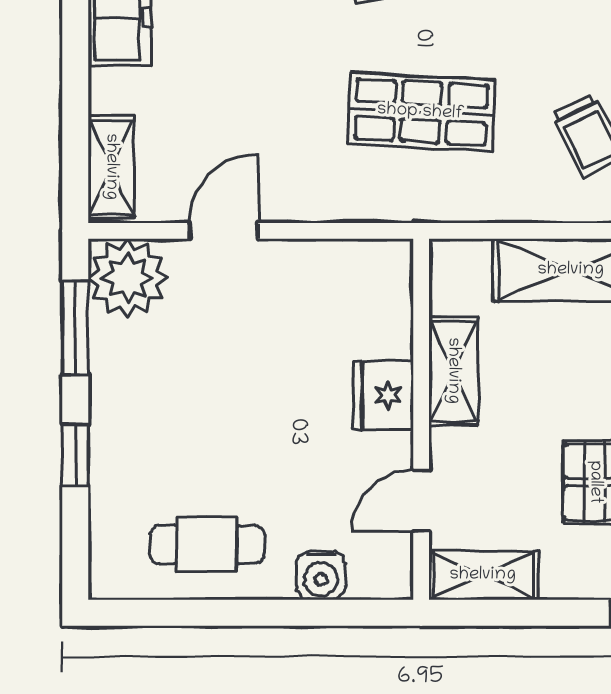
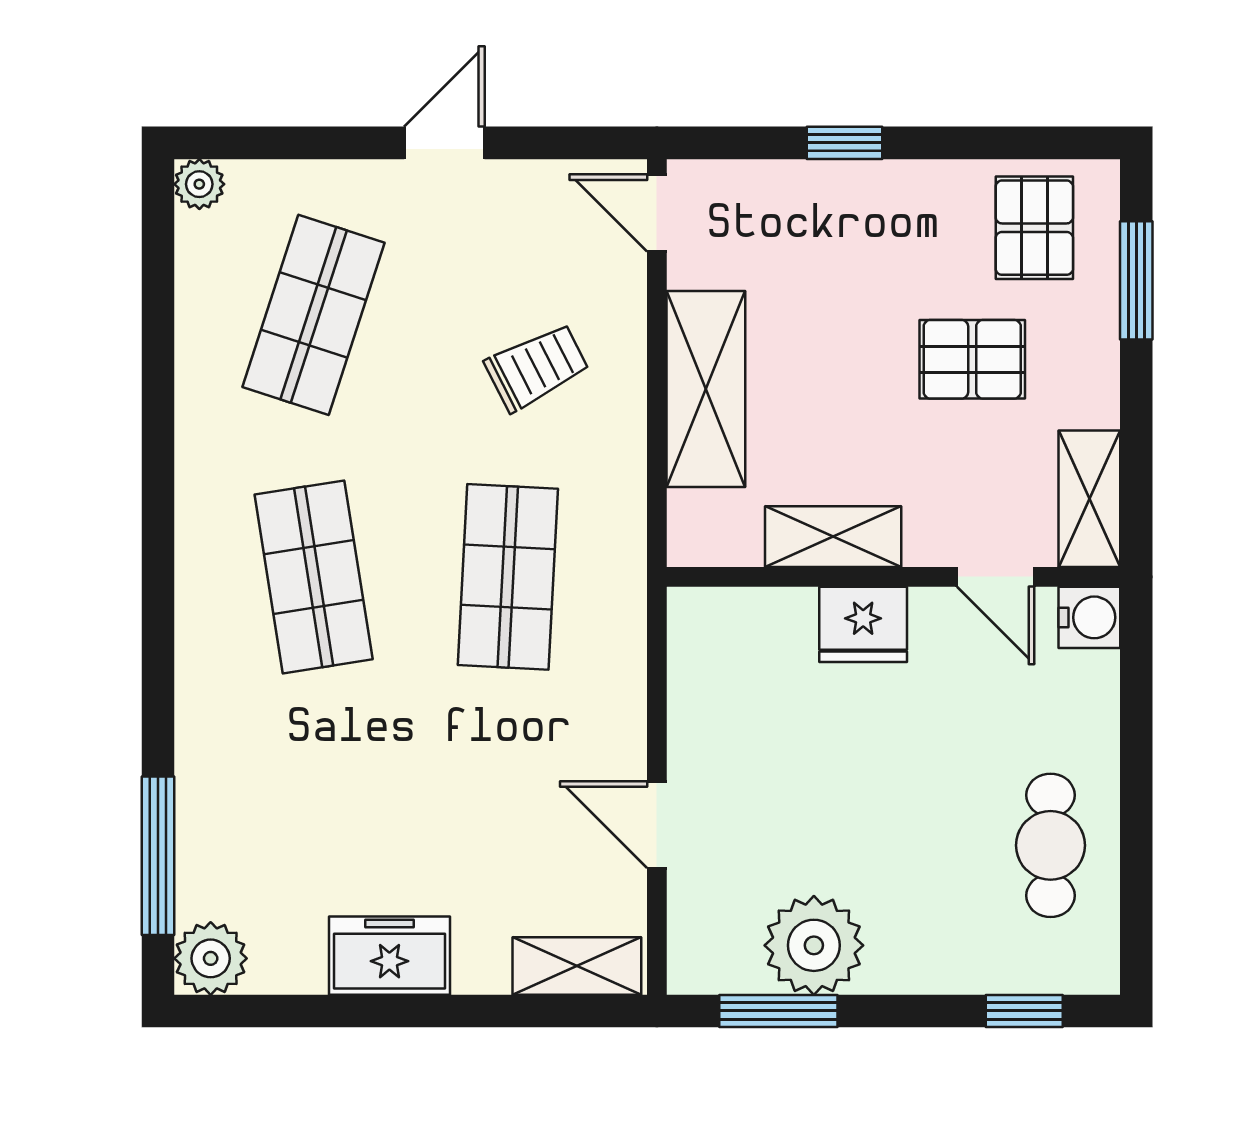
plant: (128, 278) -> (814, 945), moved
window: (75, 455) -> (1024, 1011), moved
water cooler: (321, 575) -> (1089, 617), moved

